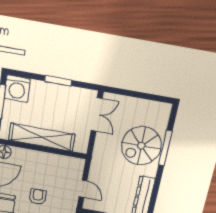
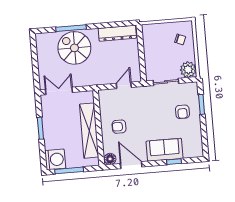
spiral stairs: (141, 146) -> (74, 48), turned 180
armchair: (38, 197) -> (119, 127), moved

